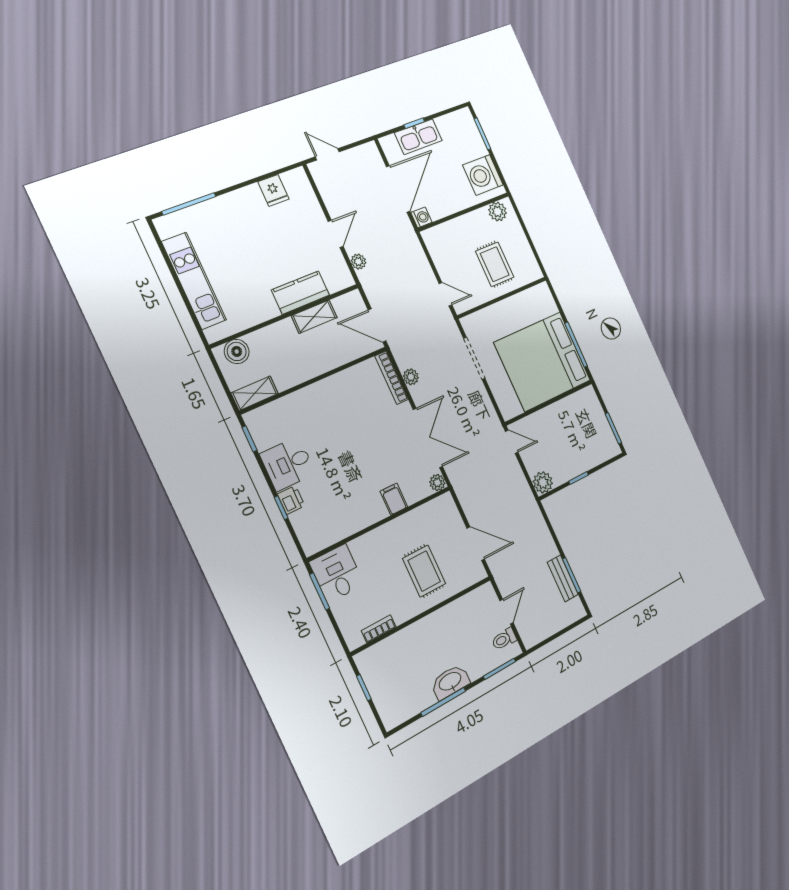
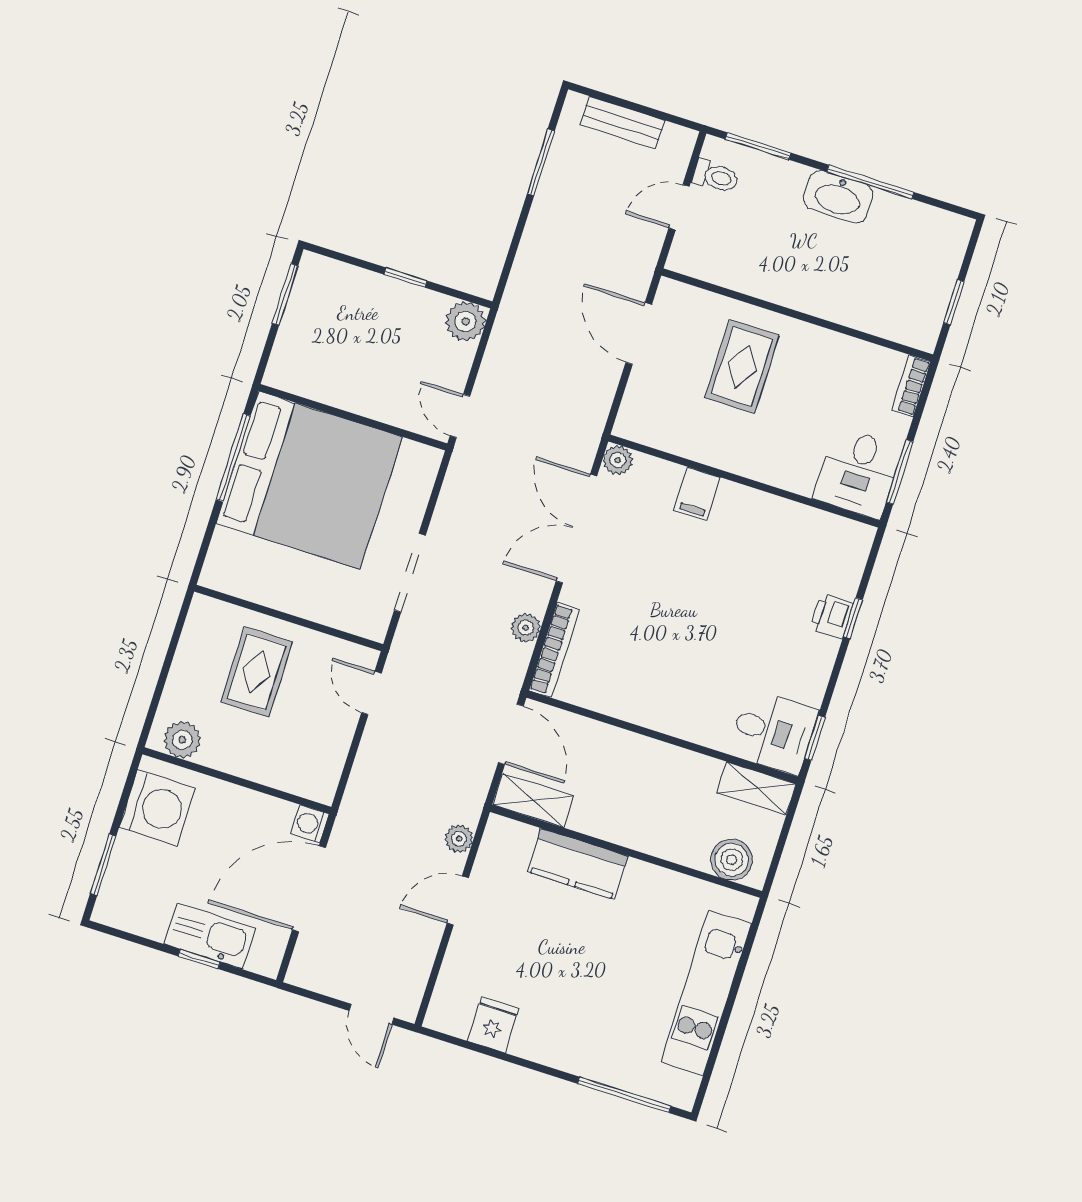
shelving: (314, 317) -> (533, 800), moved
desk: (288, 464) -> (773, 732), moved
bench: (563, 578) -> (622, 123), moved, turned 90
bookcase: (379, 629) -> (911, 386), moved, turned 90

